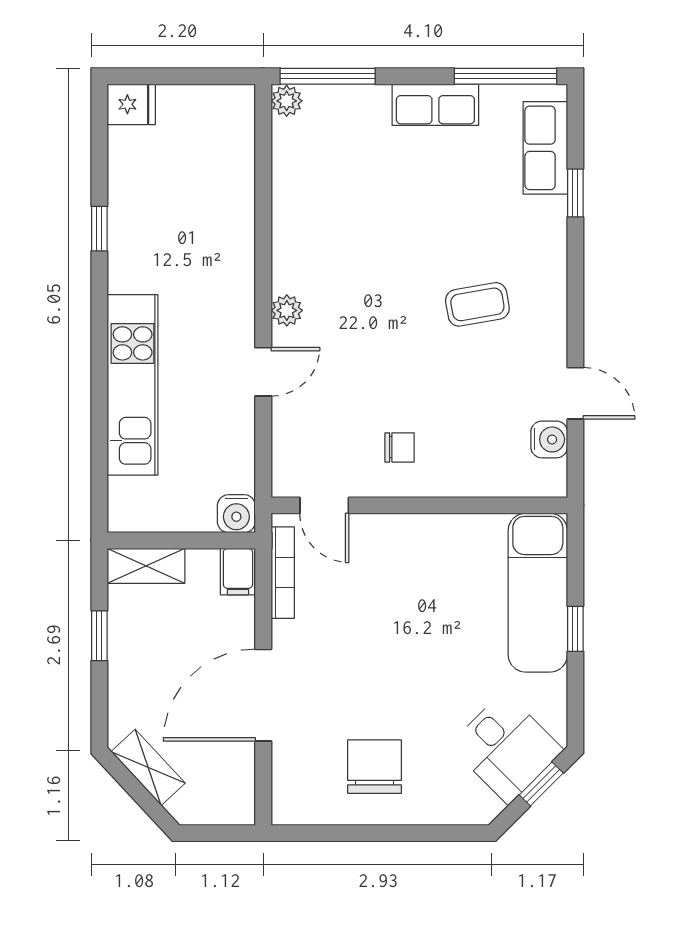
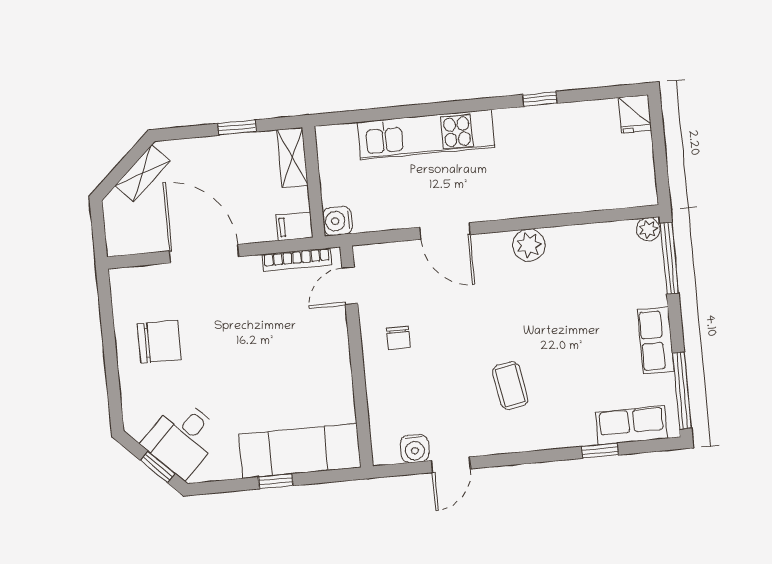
plant: (287, 310) -> (529, 245), moved, width x1.38, depth x1.38
door: (263, 372) -> (445, 231), width x1.38

